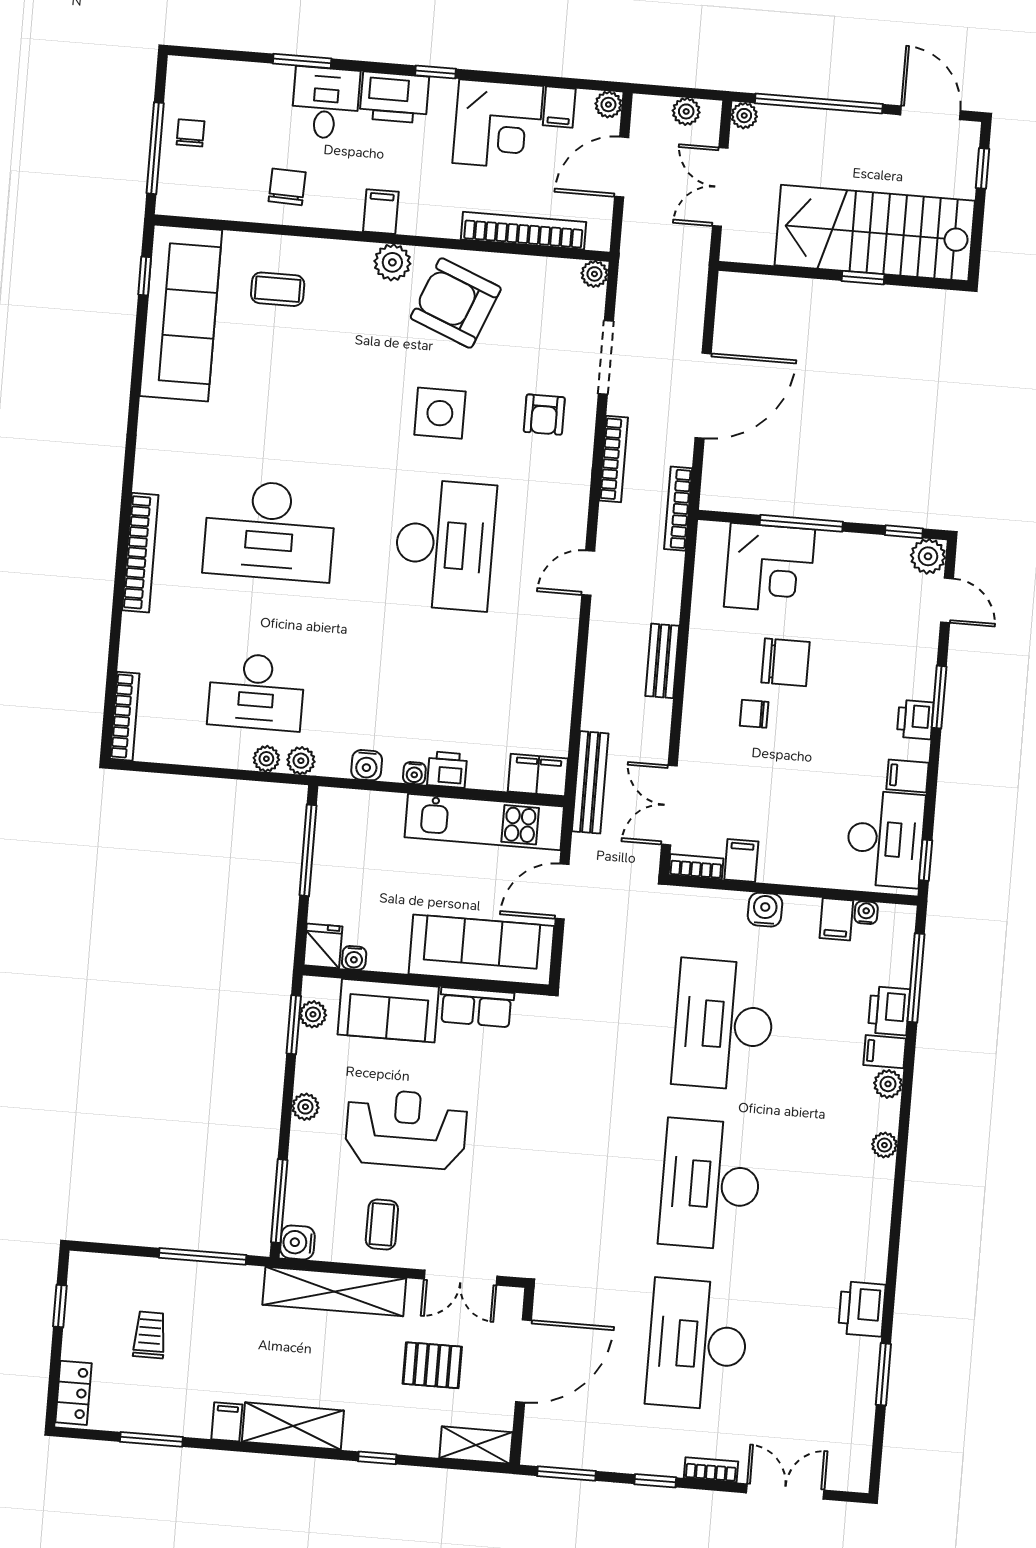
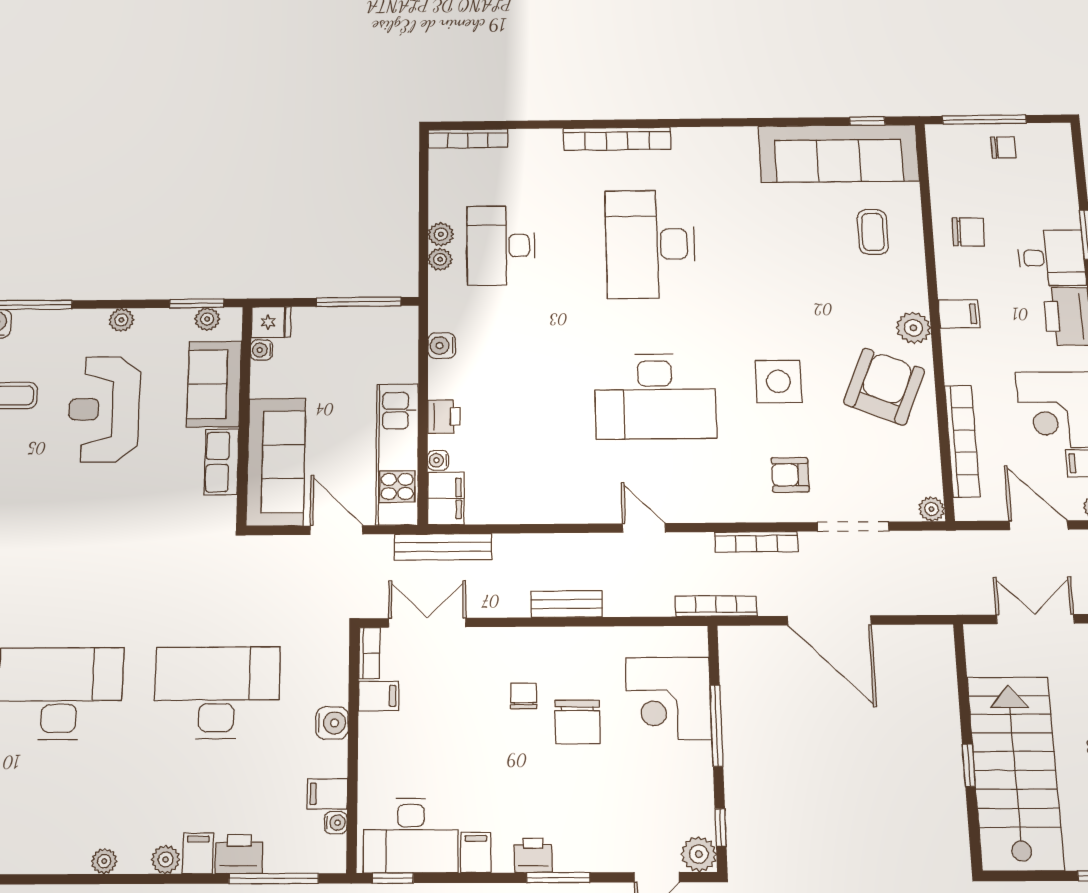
plant: (301, 761) -> (441, 234), moved
water cooler: (414, 773) -> (438, 460), moved
reception desk: (406, 1129) -> (104, 409), turned 180

